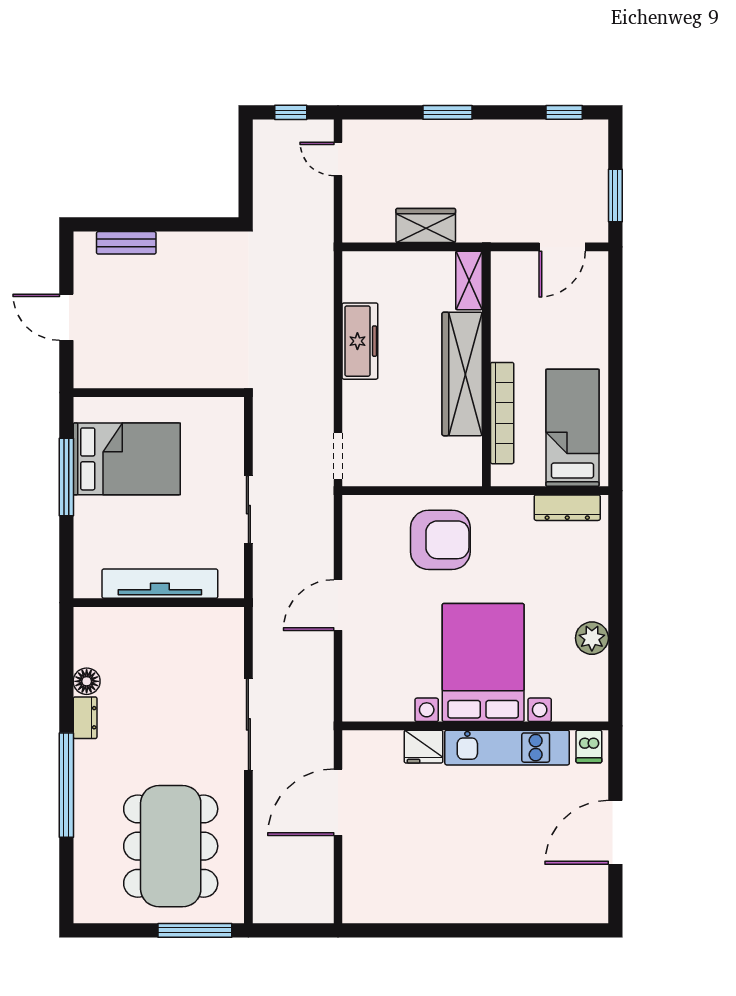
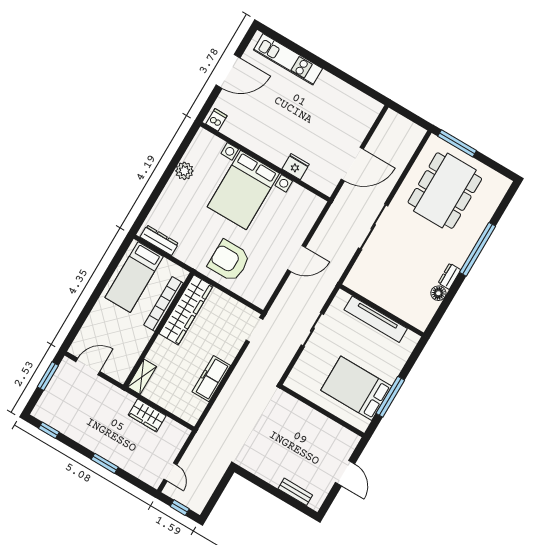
wardrobe: (462, 374) -> (186, 310), moved
kitchen unit: (507, 748) -> (288, 59), moved, turned 180

